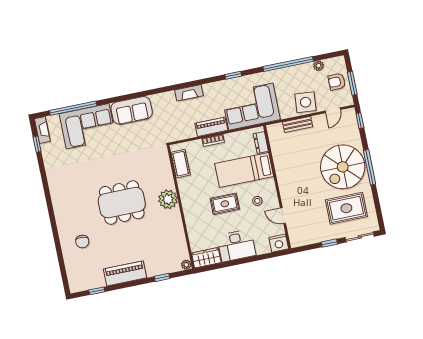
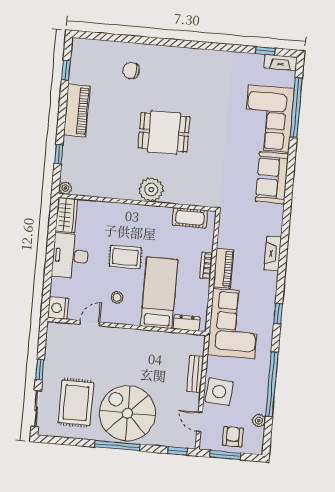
dining table: (122, 203) -> (164, 132), width x0.73
rug: (225, 204) -> (125, 257), turned 90

